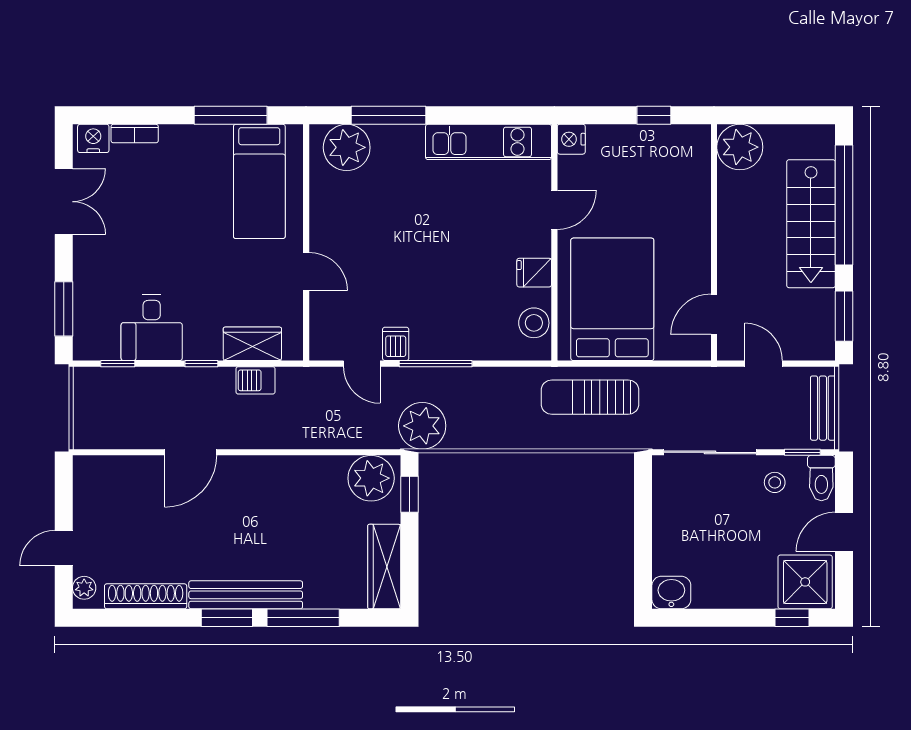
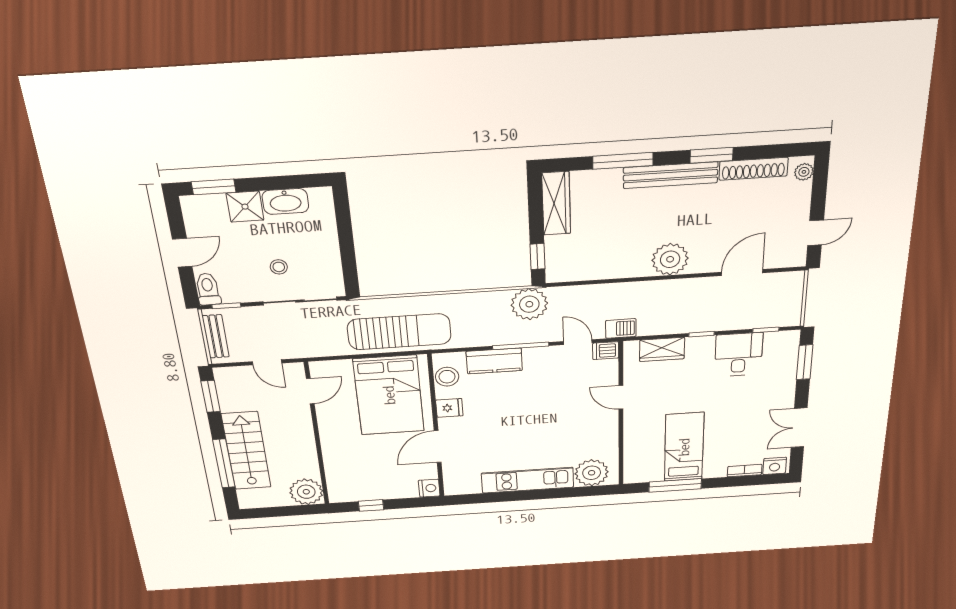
window: (388, 115) -> (562, 493), removed
kitchen unit: (489, 142) -> (528, 480), moved
bed: (259, 181) -> (684, 447), moved
window: (844, 205) -> (224, 463), width x0.68
door: (554, 210) -> (438, 447), width x1.38
kitchen counter: (471, 343) -> (494, 361), added
dishwasher: (396, 344) -> (606, 351), moved, turned 90
barbecue: (255, 380) -> (621, 328), moved
sun lounger: (590, 397) -> (399, 332), width x1.36, depth x1.34
door: (191, 452) -> (742, 272), moved
plant: (371, 478) -> (670, 259), moved
stool: (775, 482) -> (279, 267), moved
door: (64, 548) -> (816, 233), moved
shower: (805, 582) -> (245, 207), moved, width x0.73, depth x0.73
washbasin: (671, 593) -> (285, 201), moved, width x1.38
window: (227, 618) -> (711, 155), moved
window: (792, 618) -> (214, 187), width x1.50

